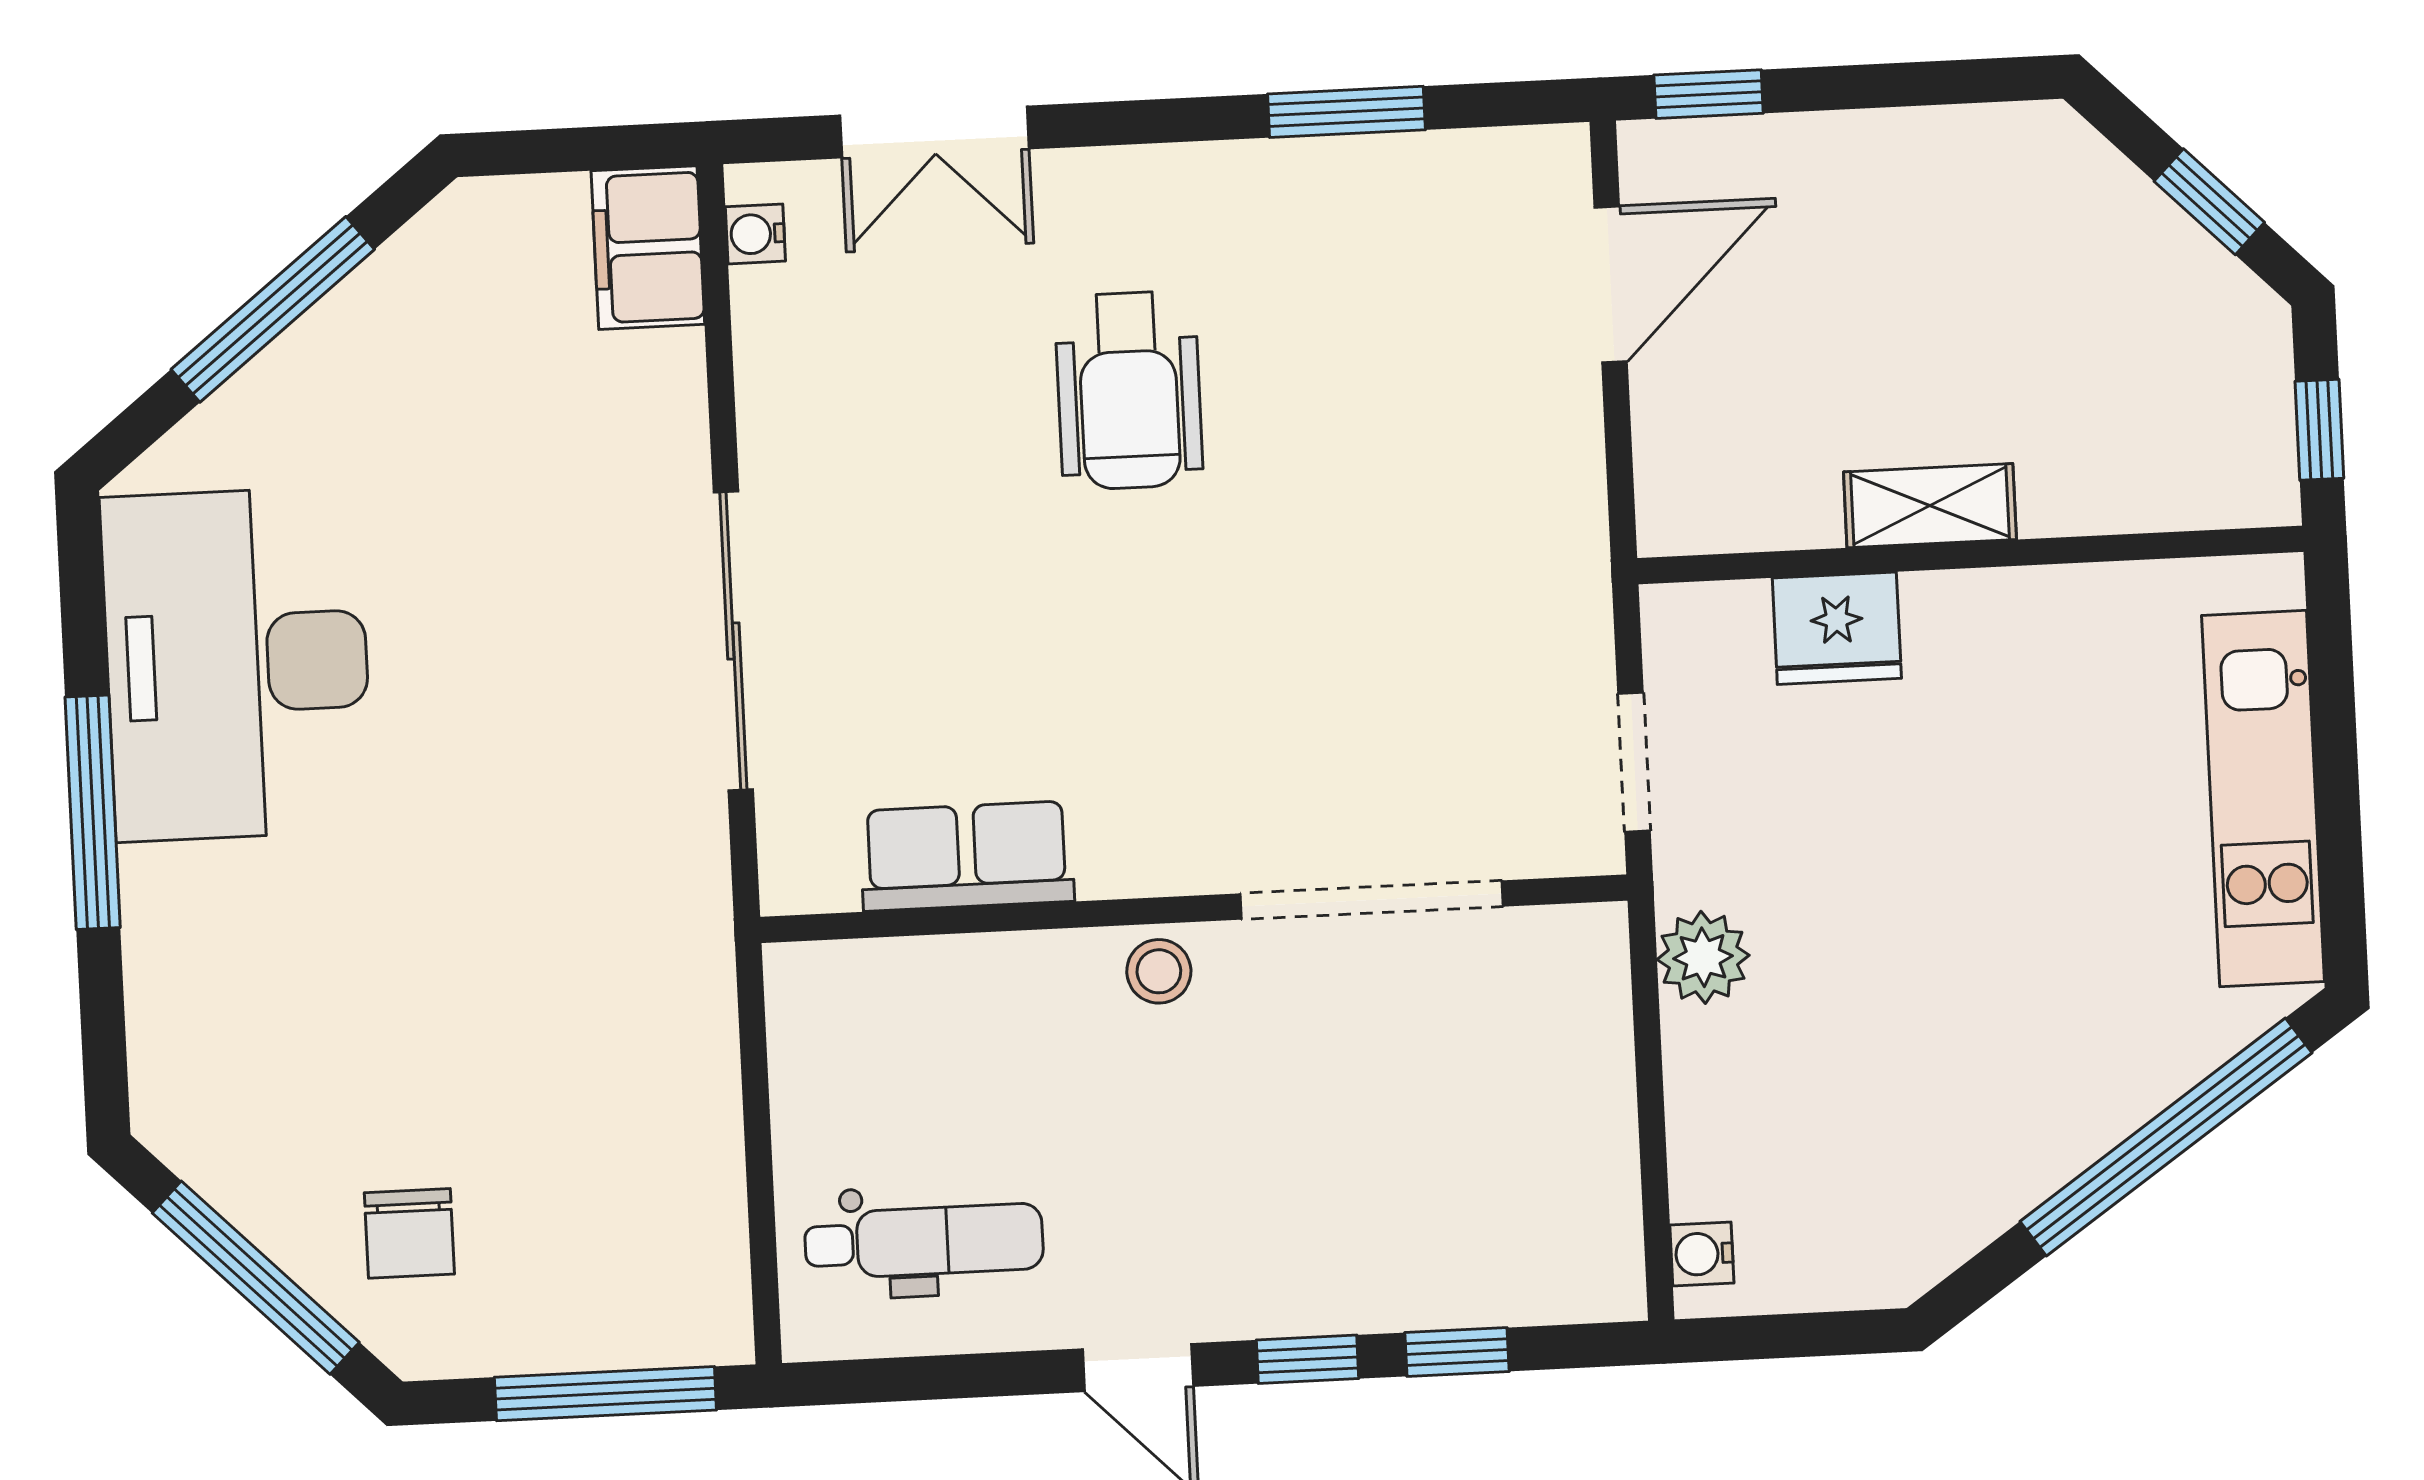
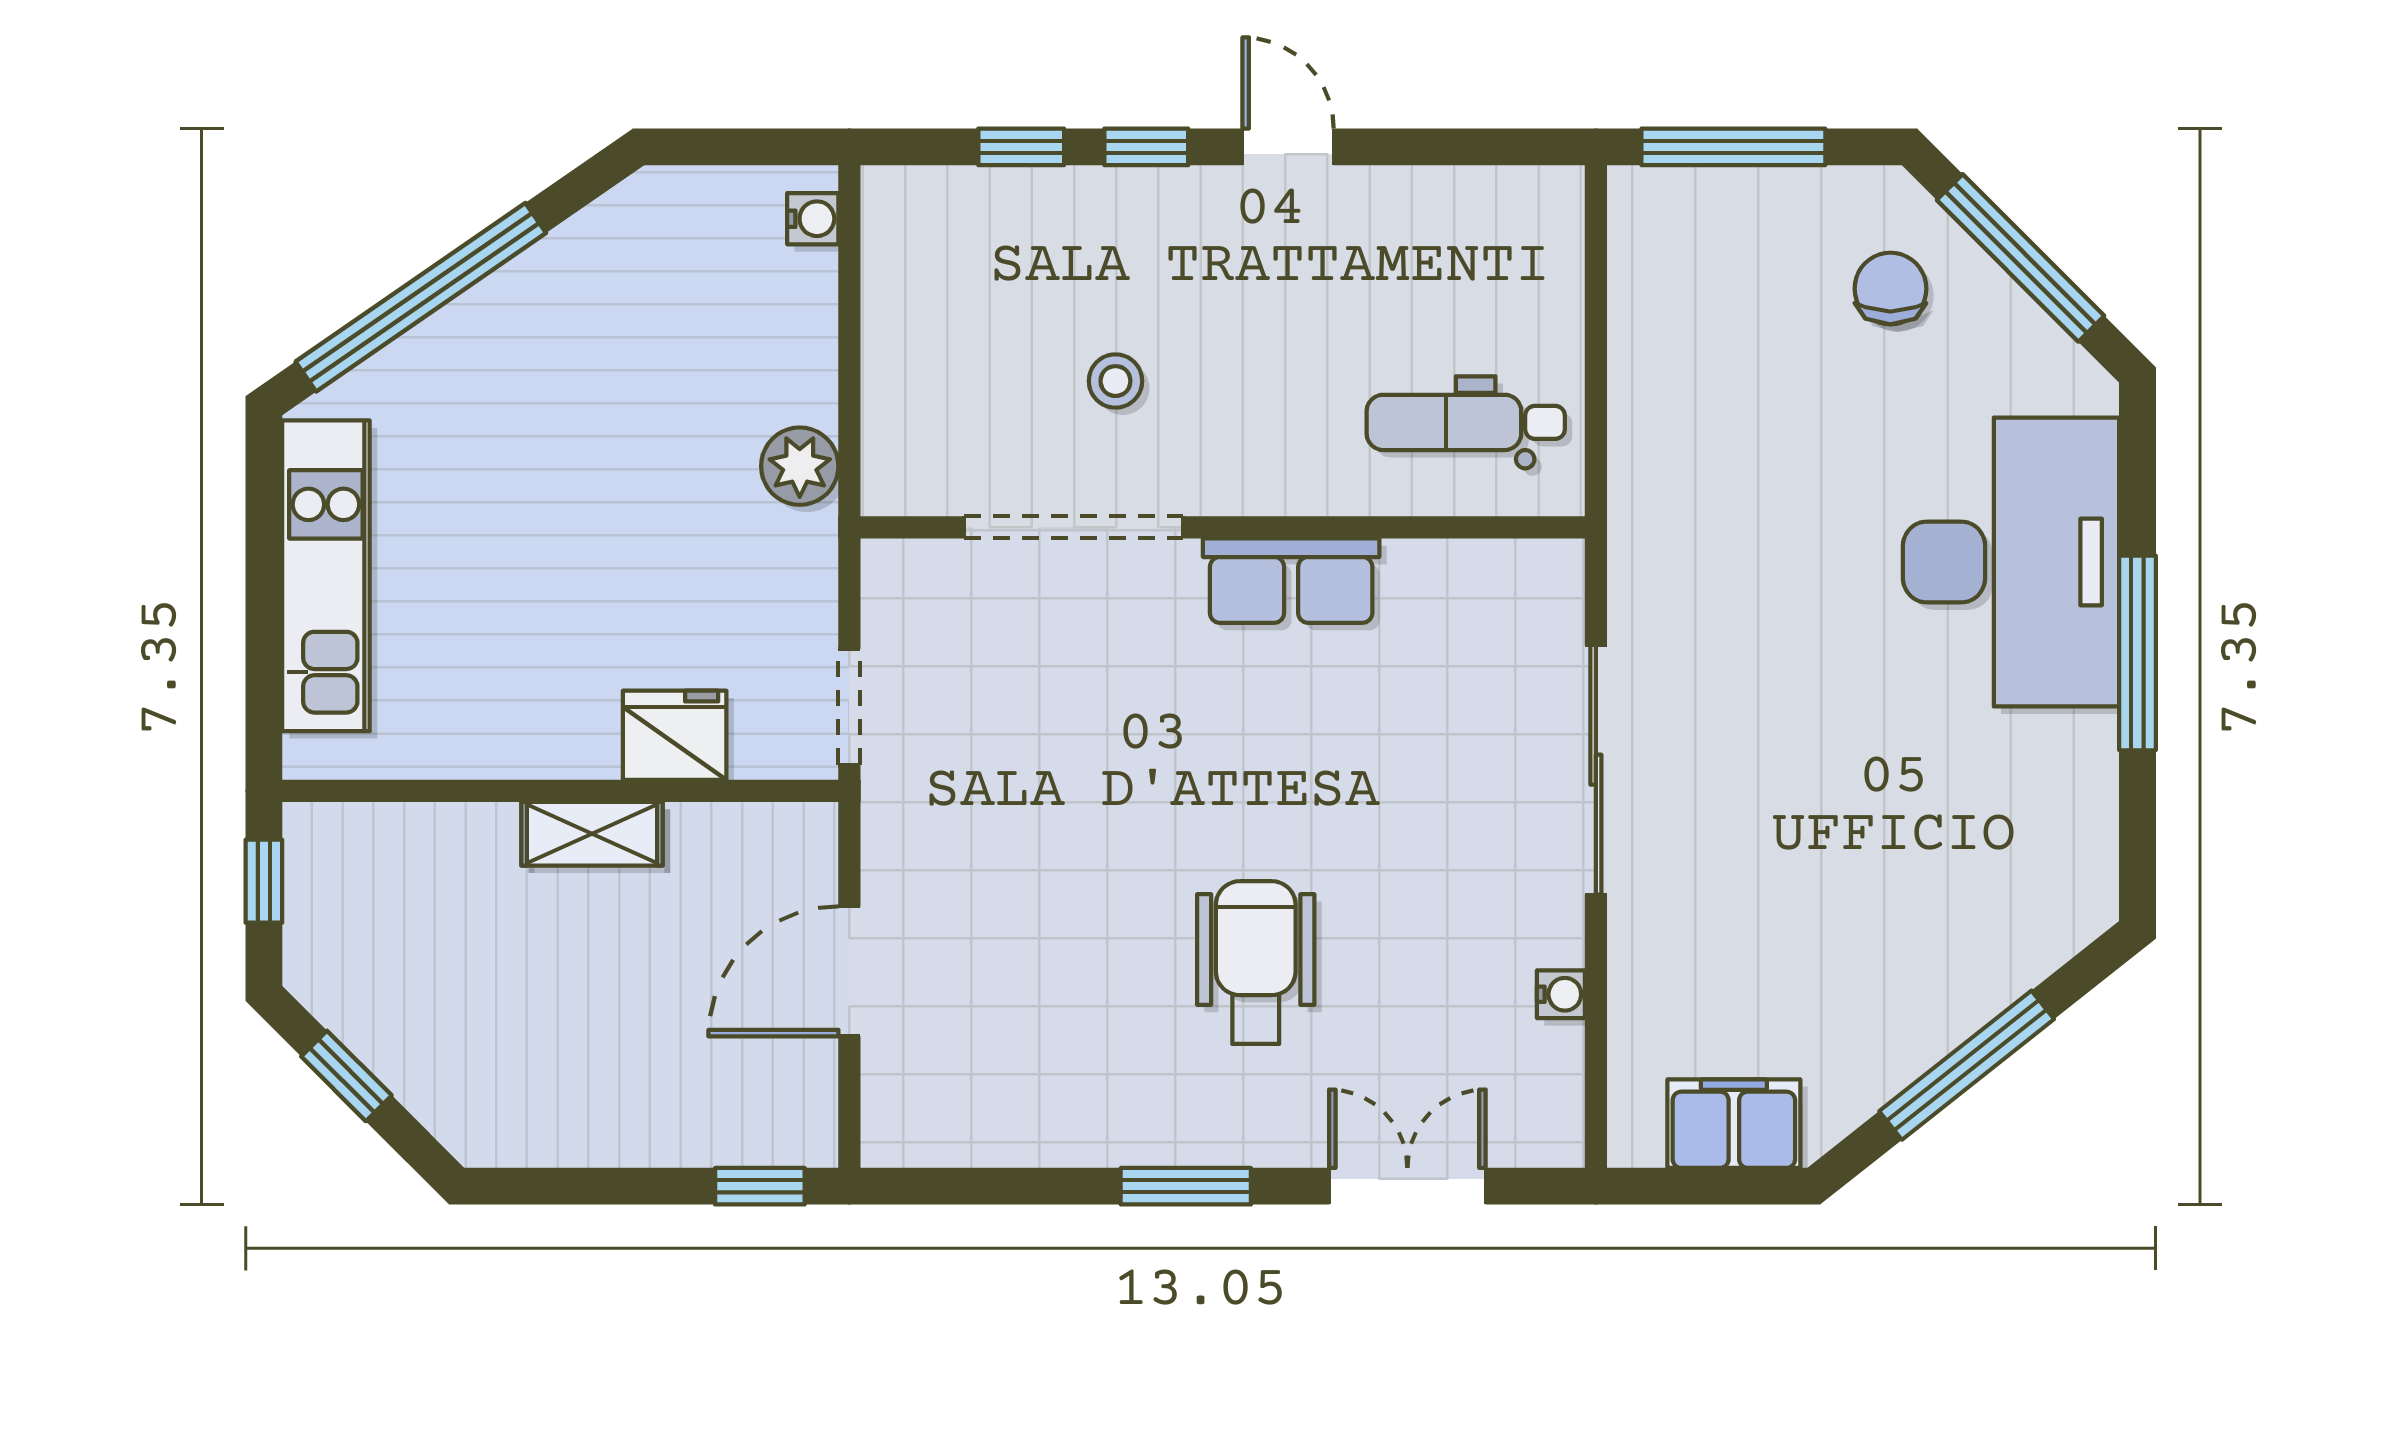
window: (1346, 112) -> (1186, 1186), moved
water cooler: (755, 234) -> (1561, 994), moved
filing cabinet: (648, 248) -> (1734, 1124), moved, turned -90
door: (1611, 284) -> (849, 971), moved
desk: (237, 664) -> (2011, 562), moved
doorway: (1634, 762) -> (849, 707), moved
row of seats: (967, 856) -> (1291, 581), moved
stool: (1159, 971) -> (1115, 381), moved
dental chair: (924, 1241) -> (1466, 422), moved

